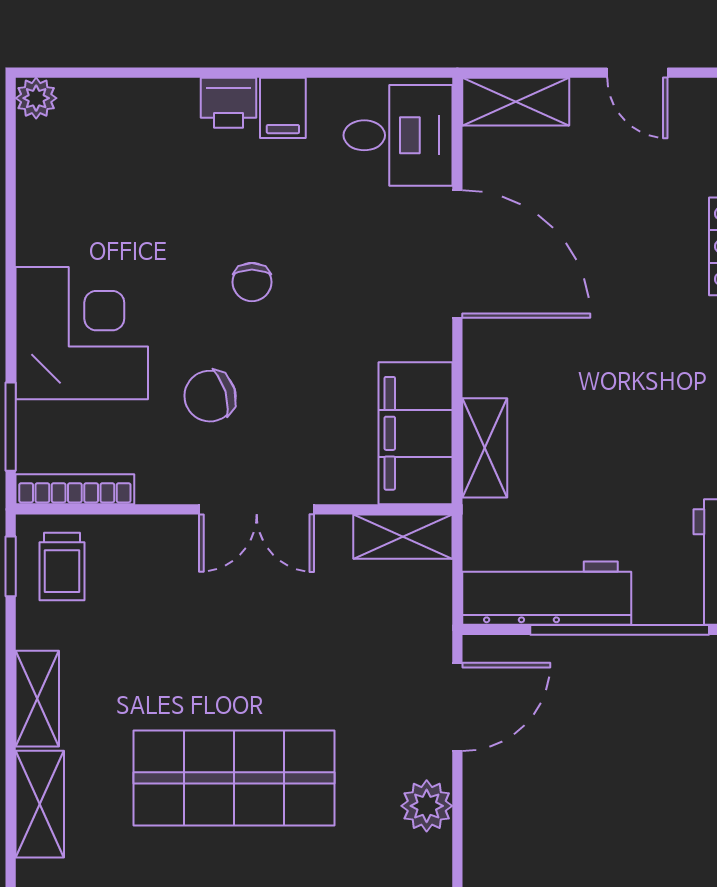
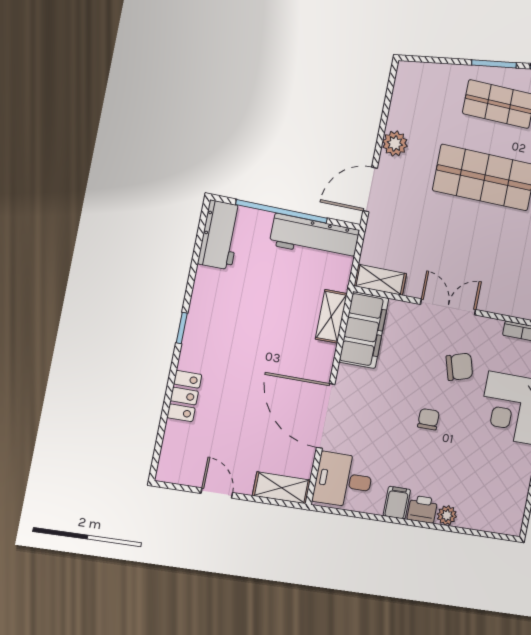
plant: (36, 98) -> (447, 515), moved

